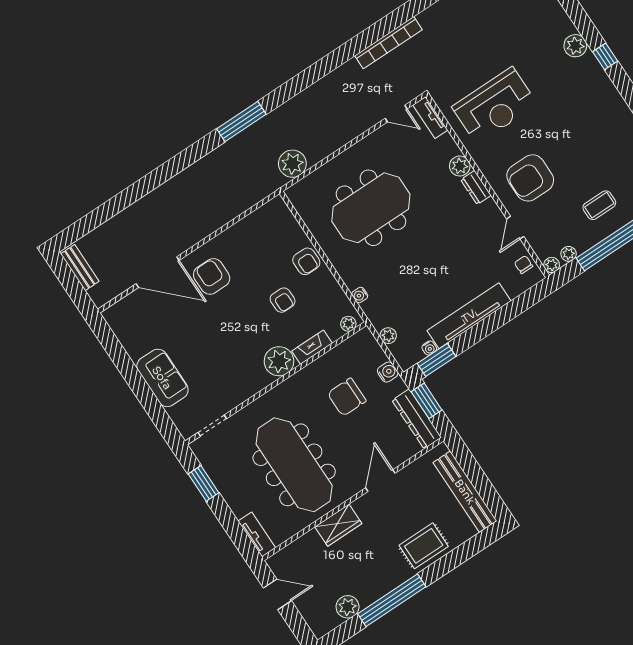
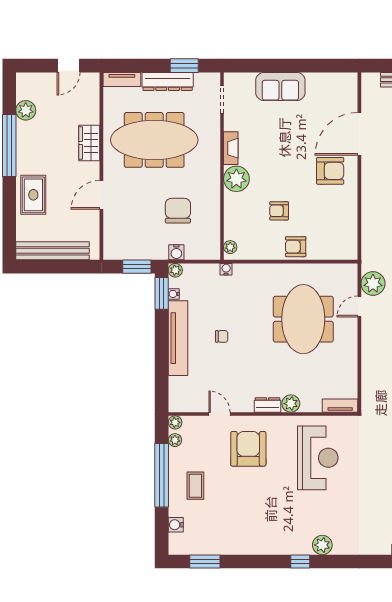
reception desk: (495, 106) -> (318, 458), turned 180
door: (396, 114) -> (359, 306), moved
chair: (524, 265) -> (222, 336), moved
water cooler: (360, 295) -> (226, 269), moved
plant: (388, 336) -> (175, 270), moved
fireplace: (312, 347) -> (231, 148), moved
dresser: (417, 419) -> (168, 81), moved, turned 180
door: (380, 481) -> (101, 195), swing flipped

